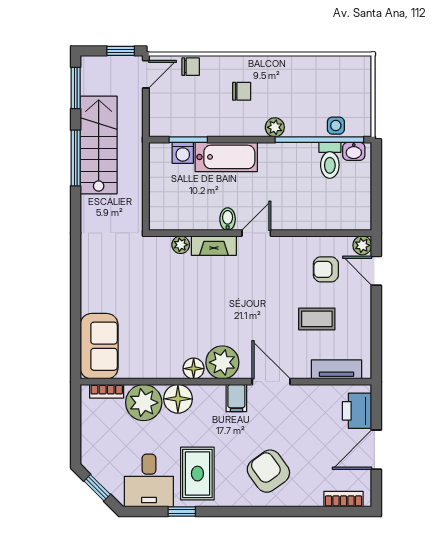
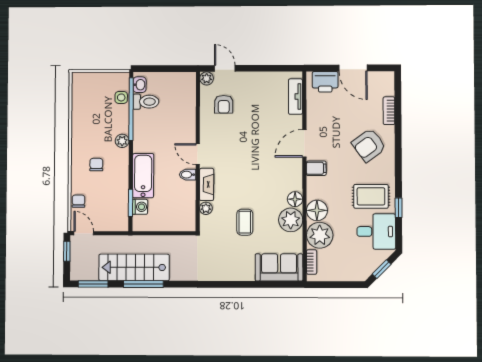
door: (376, 271) -> (225, 68), swing flipped
coffee table: (317, 319) -> (245, 222), moved
plant: (222, 362) -> (291, 220), moved
bookcase: (343, 499) -> (389, 111), moved

